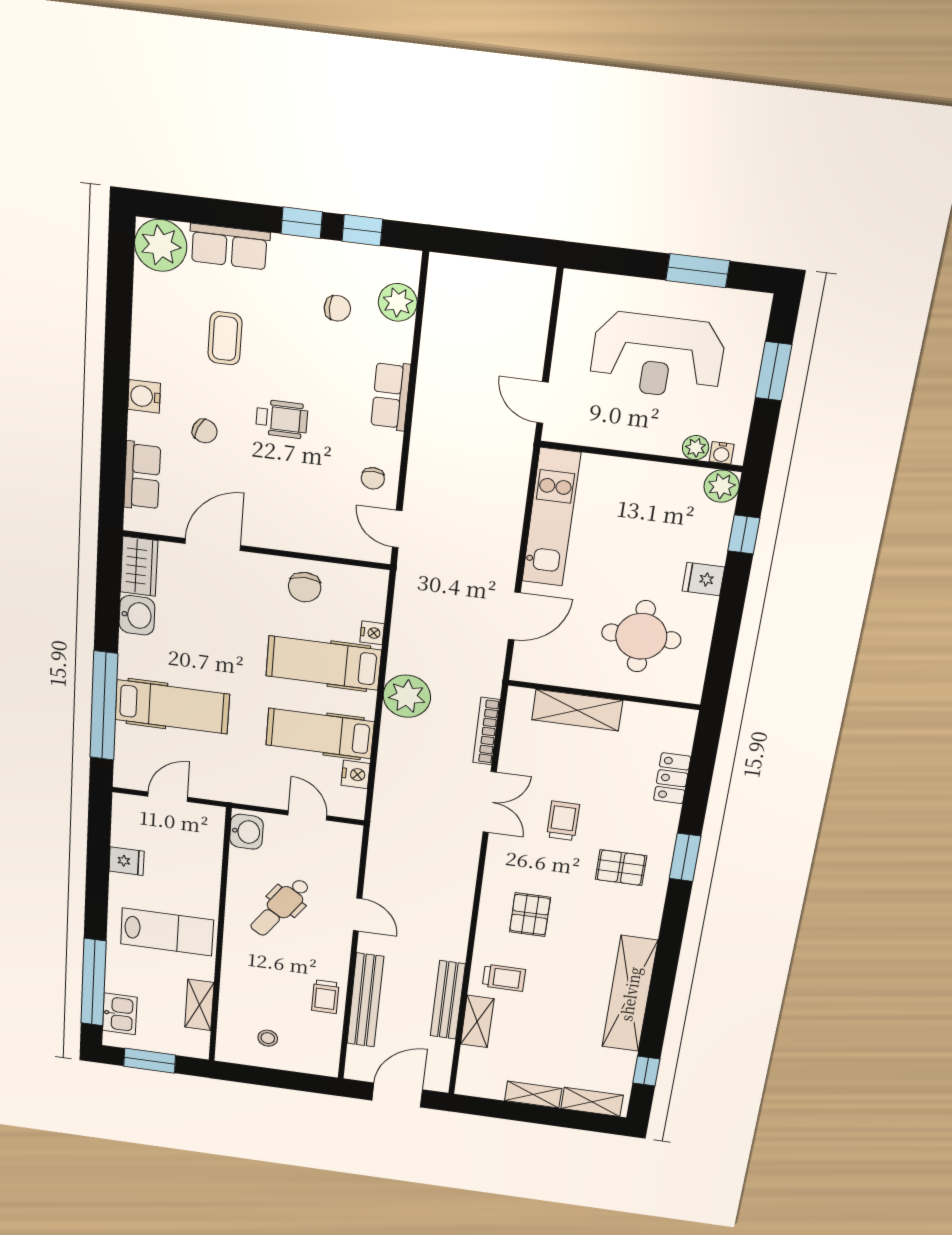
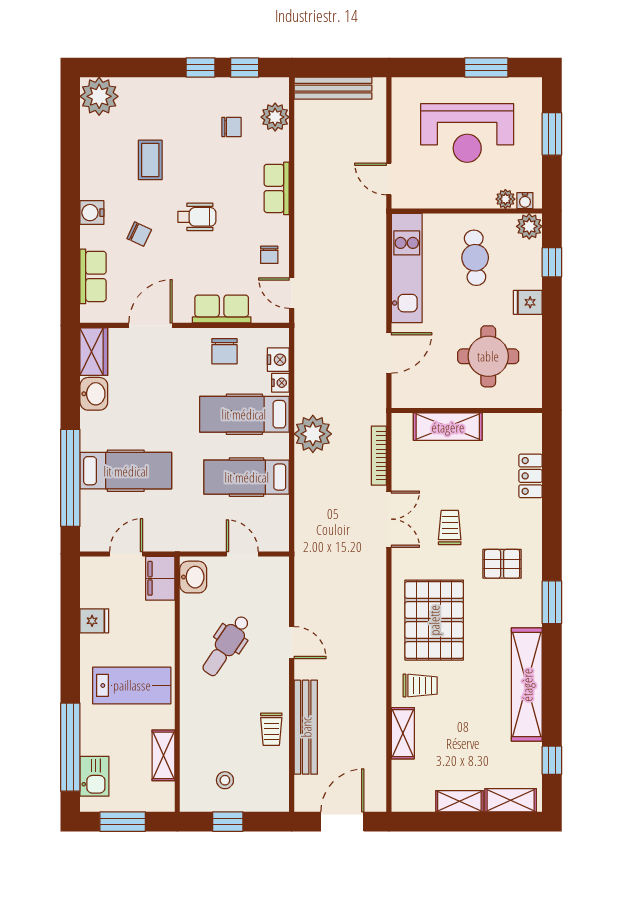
row of seats: (229, 247) -> (222, 309), moved, turned 180
cafe table: (643, 516) -> (475, 258), added
nightstand: (356, 774) -> (278, 360), moved
filing cabinet: (207, 828) -> (160, 578), added
window: (685, 857) -> (552, 602), moved
pallet: (530, 915) -> (434, 620), width x2.05, depth x2.00
bench: (448, 1000) -> (333, 88), moved, turned 90
window: (268, 1077) -> (228, 822), added

